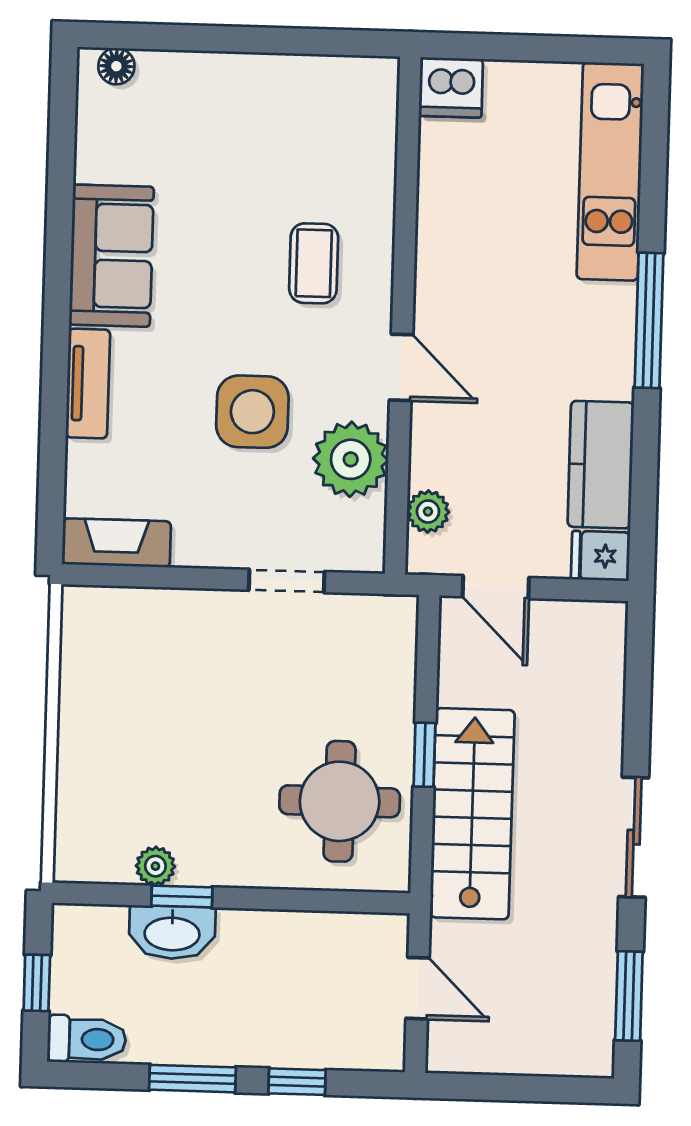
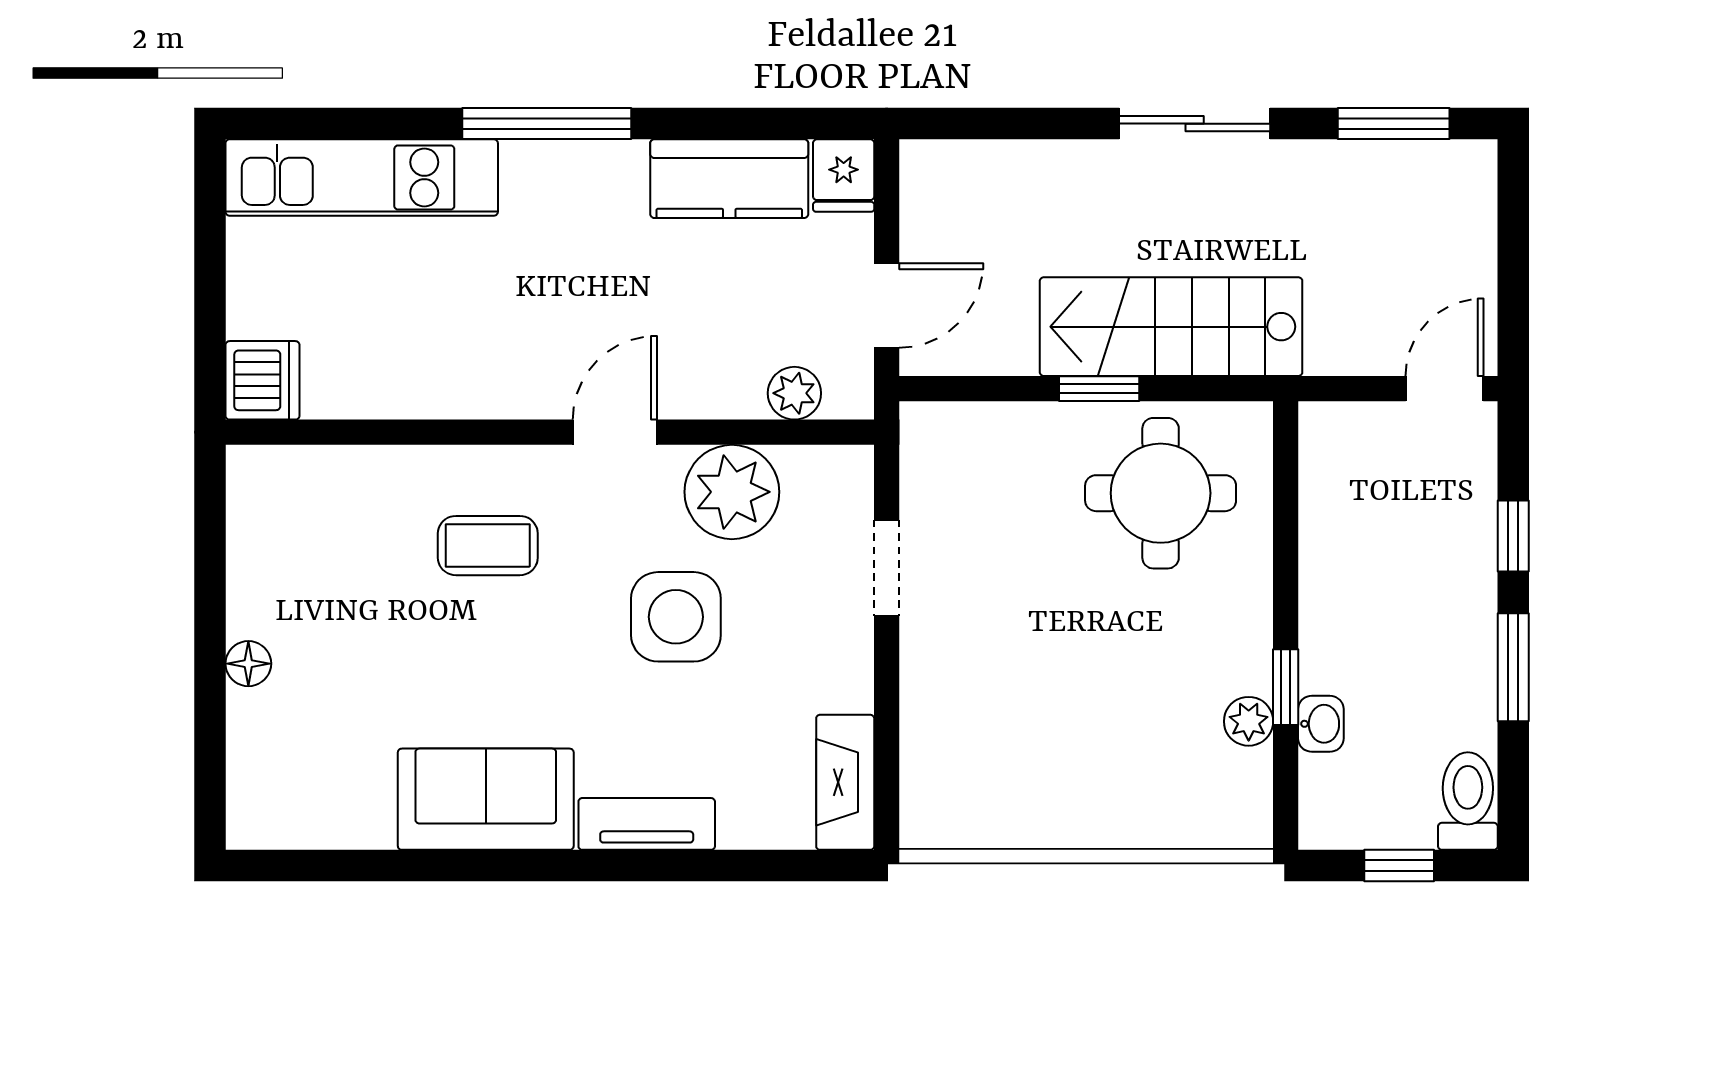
floor lamp: (116, 66) -> (248, 664), moved
washbasin: (172, 932) -> (1321, 724), width x0.52, depth x0.69
door: (418, 988) -> (1445, 389), moved

